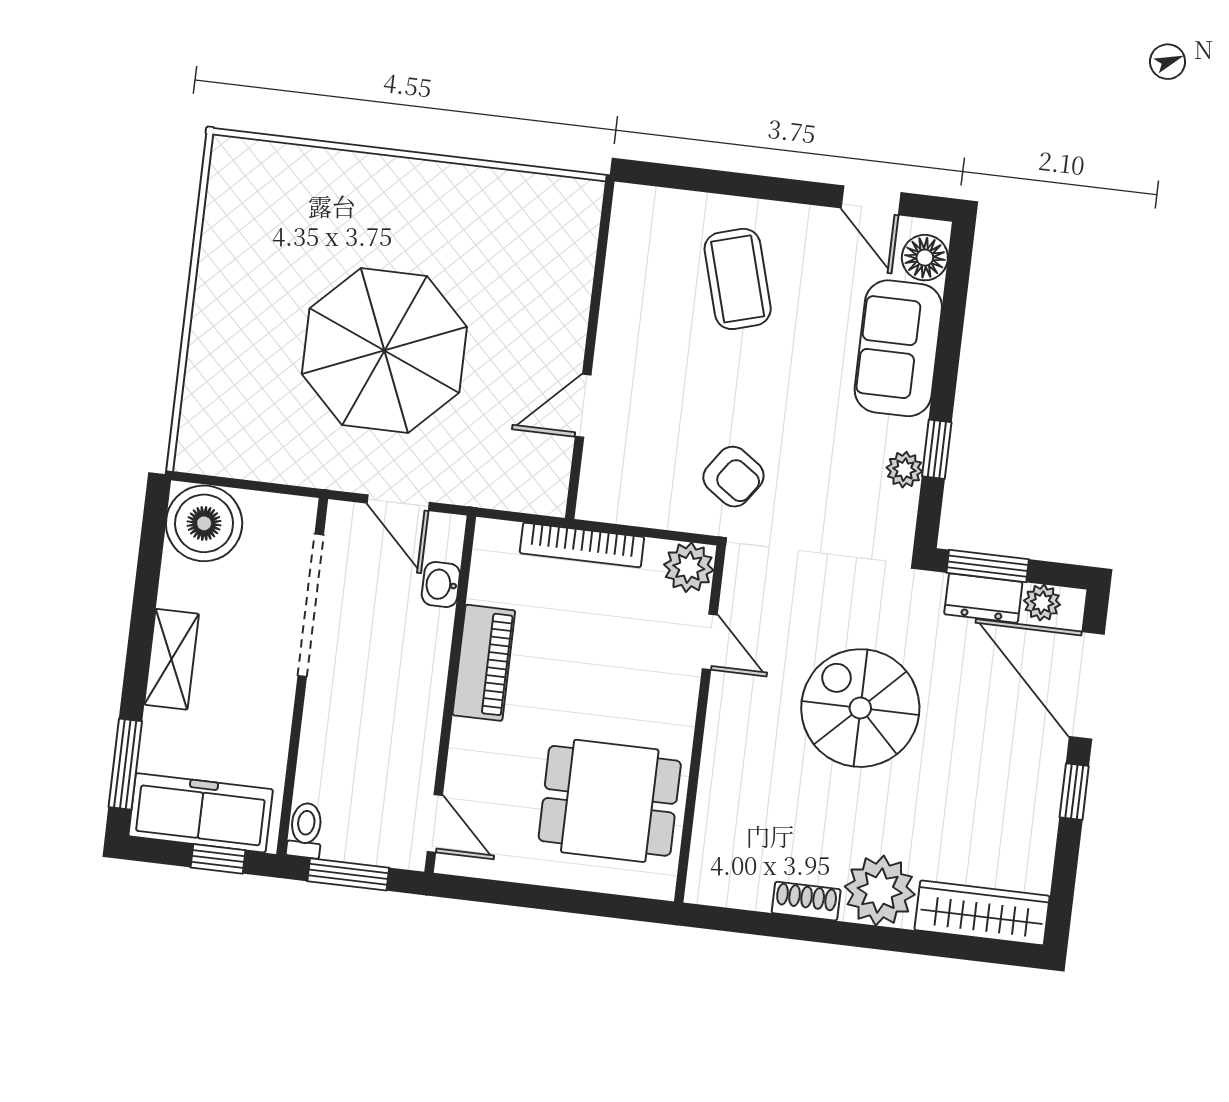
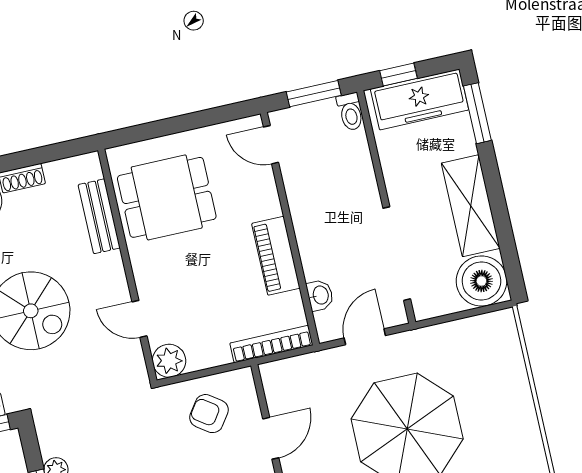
armchair: (733, 477) -> (209, 414), moved
door: (398, 503) -> (365, 337), hinge flipped
bookcase: (582, 545) -> (271, 344), moved
shelving: (171, 659) -> (471, 206), width x1.50, depth x1.33
bench: (715, 808) -> (99, 216), added

